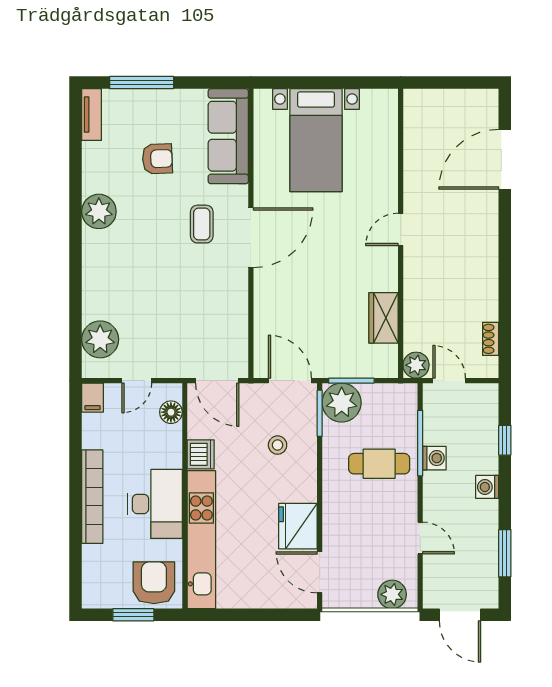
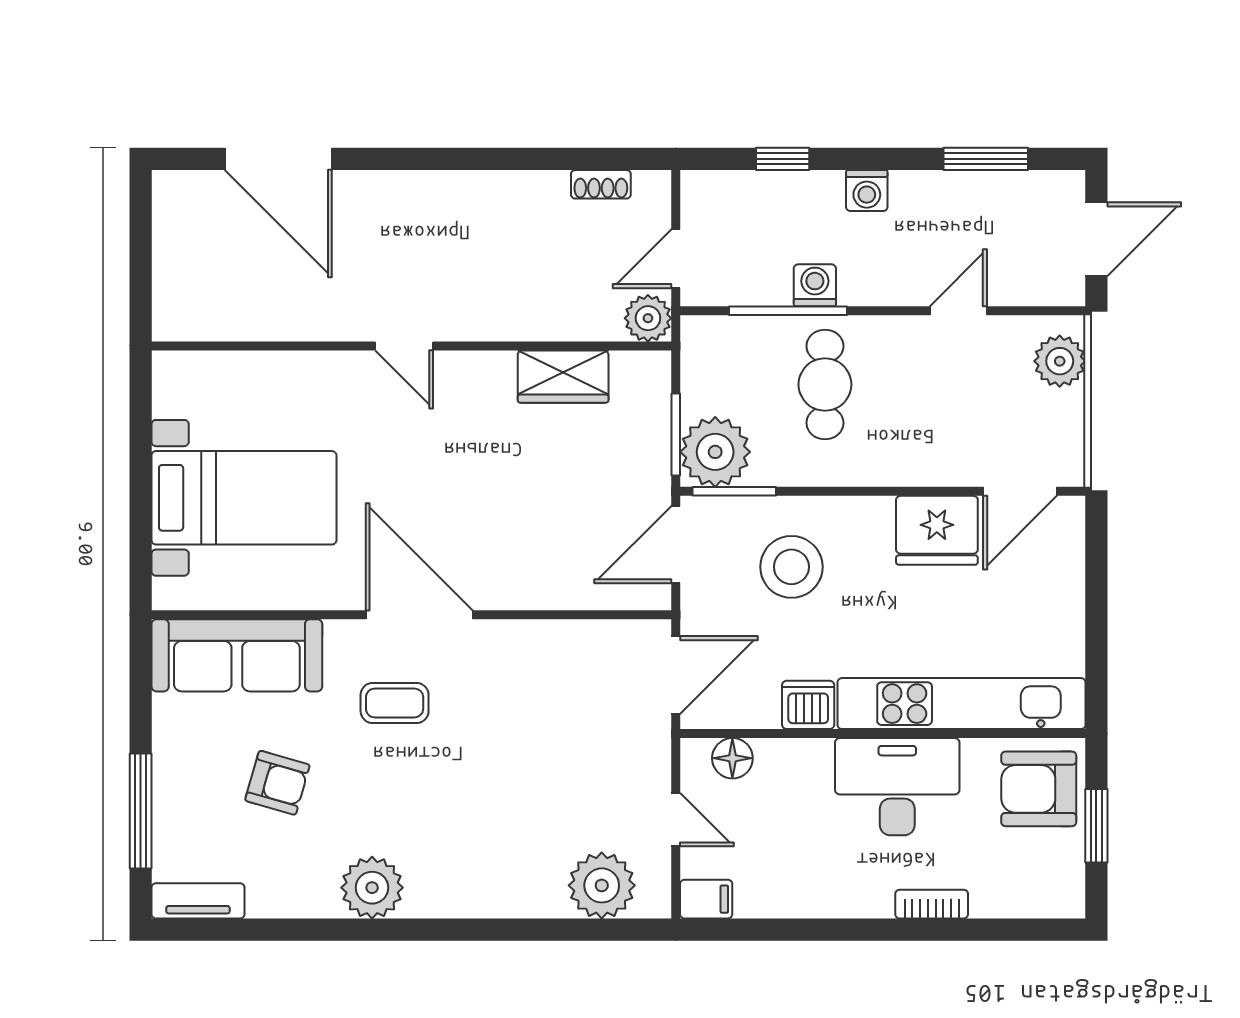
armchair: (157, 159) -> (277, 783), turned 108
stool: (278, 445) -> (791, 567), width x1.89, depth x1.89
bookcase: (92, 497) -> (932, 904), width x0.43, depth x0.76

